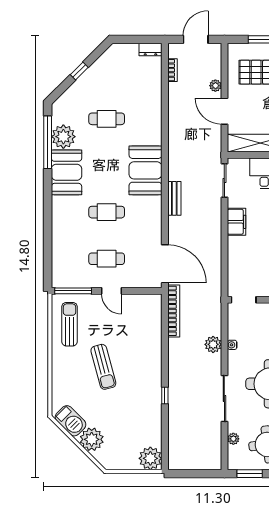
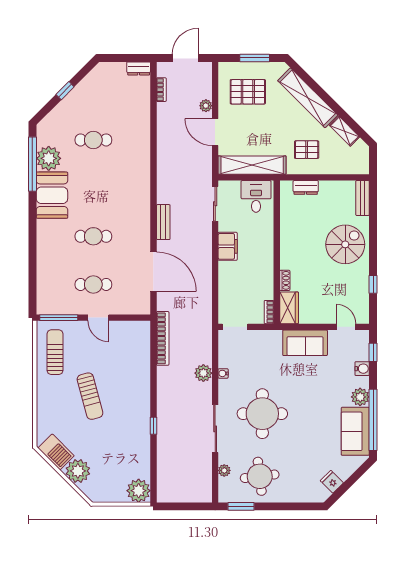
booth: (145, 170) -> (133, 193), removed
door: (165, 264) -> (153, 272), moved

